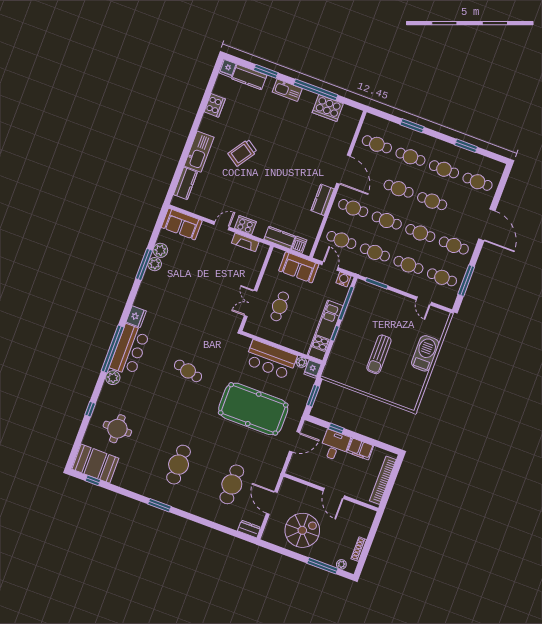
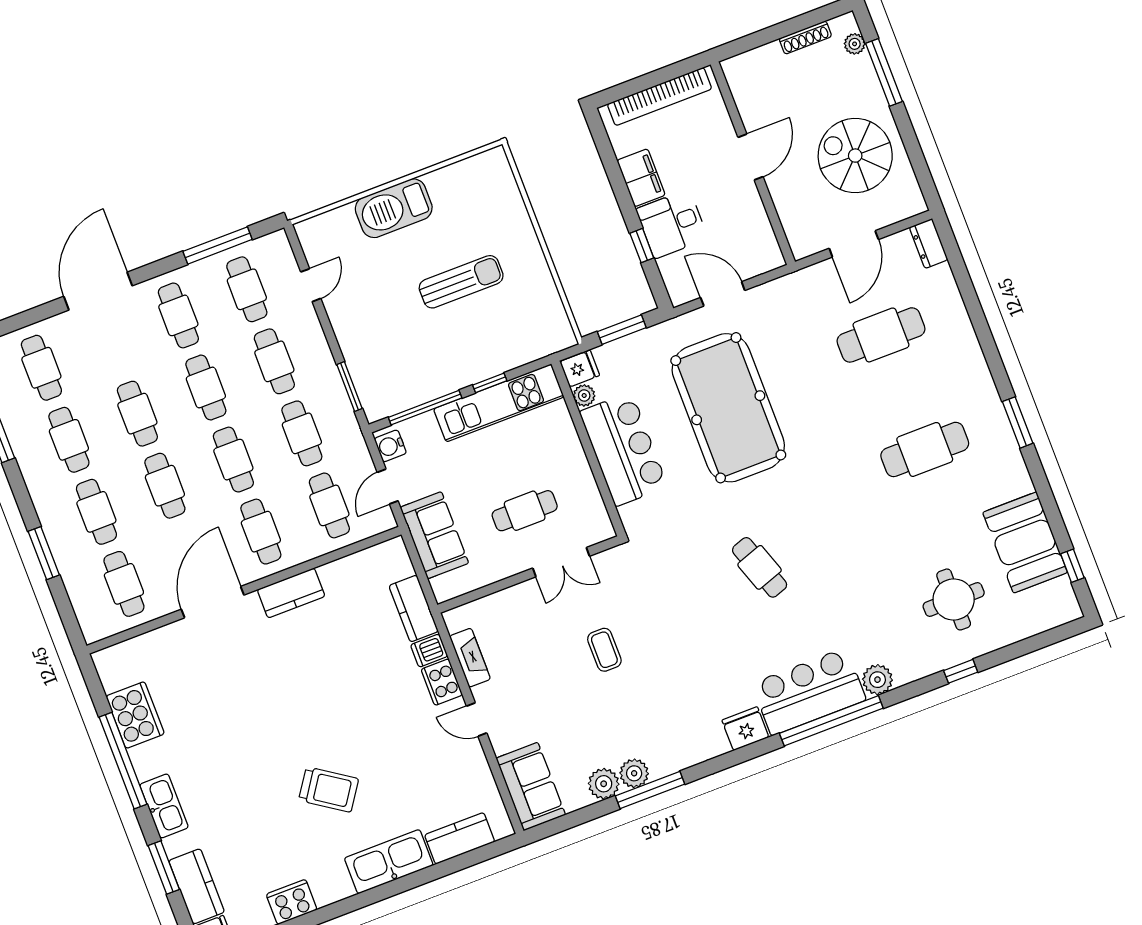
dishwasher: (299, 245) -> (429, 651), moved
coffee table: (207, 292) -> (604, 650), added
cafe table: (188, 371) -> (760, 567), turned -33
booth: (95, 464) -> (1025, 542), moved

